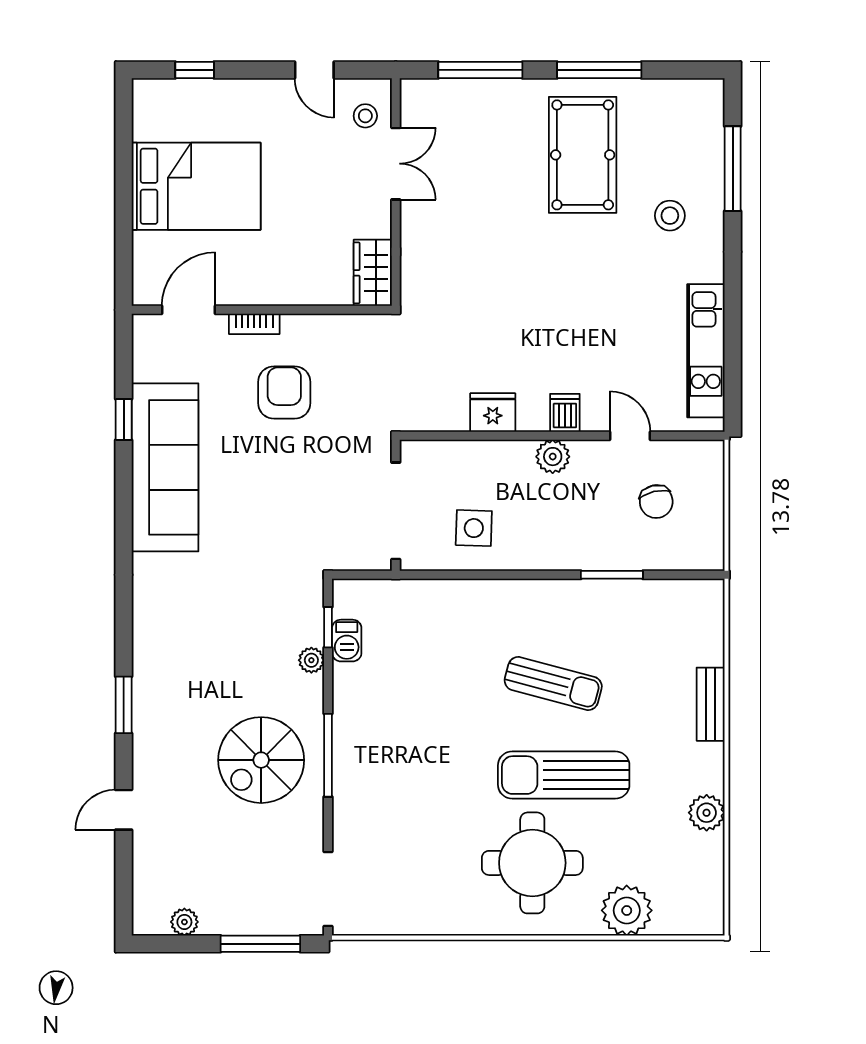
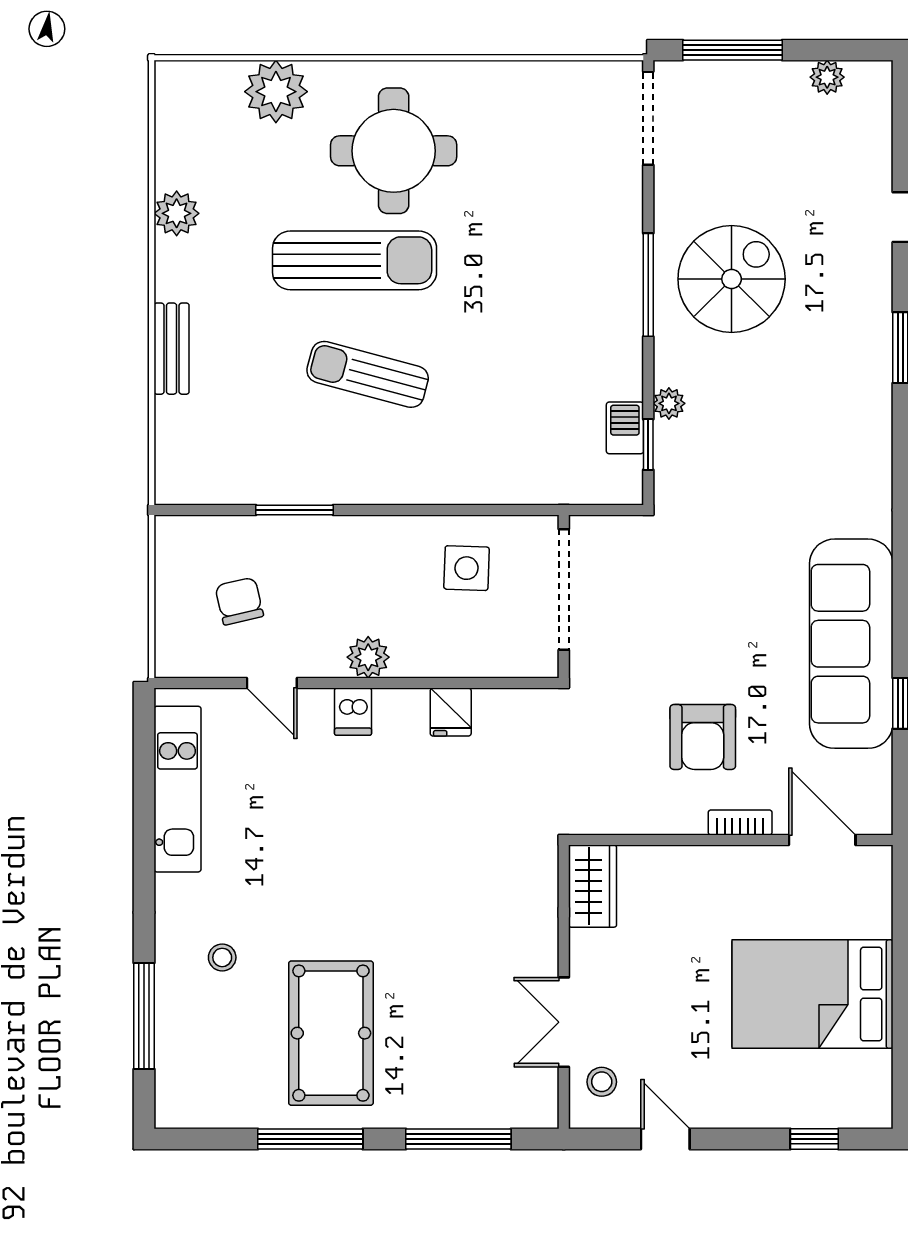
stool: (670, 216) -> (222, 957), width x0.73, depth x0.73
door: (189, 310) -> (822, 840), swing flipped
fridge: (493, 413) -> (451, 712), width x0.72

